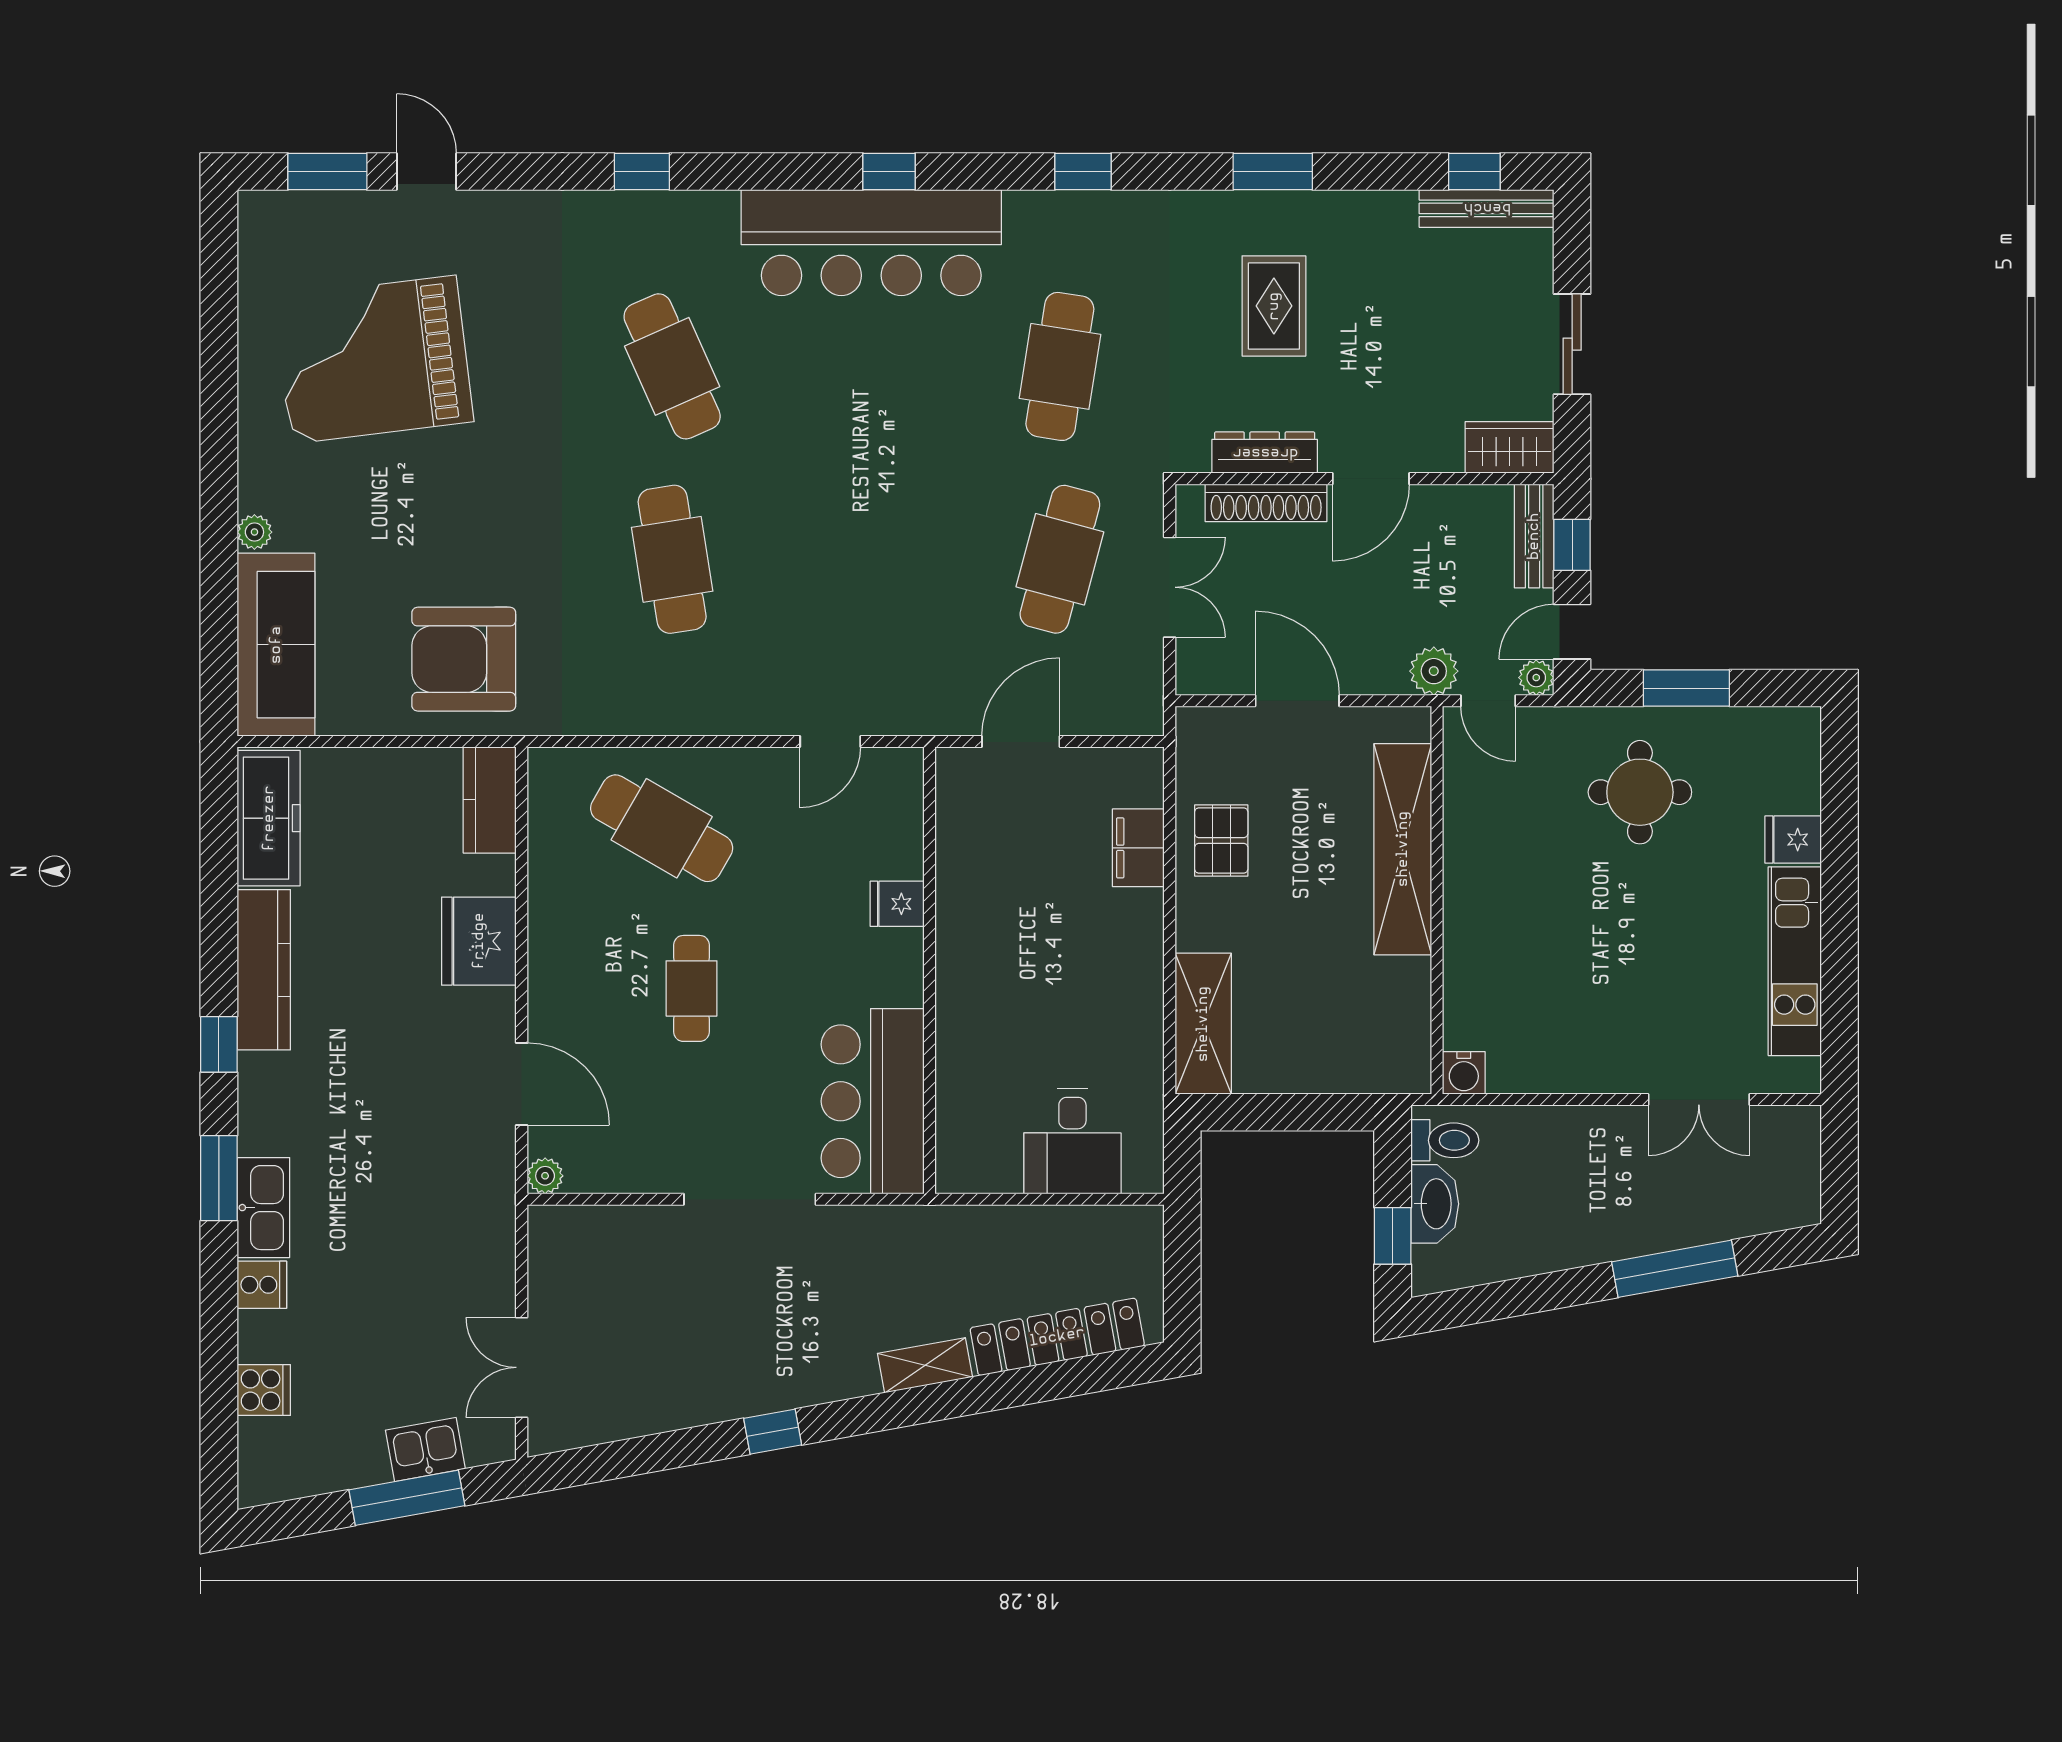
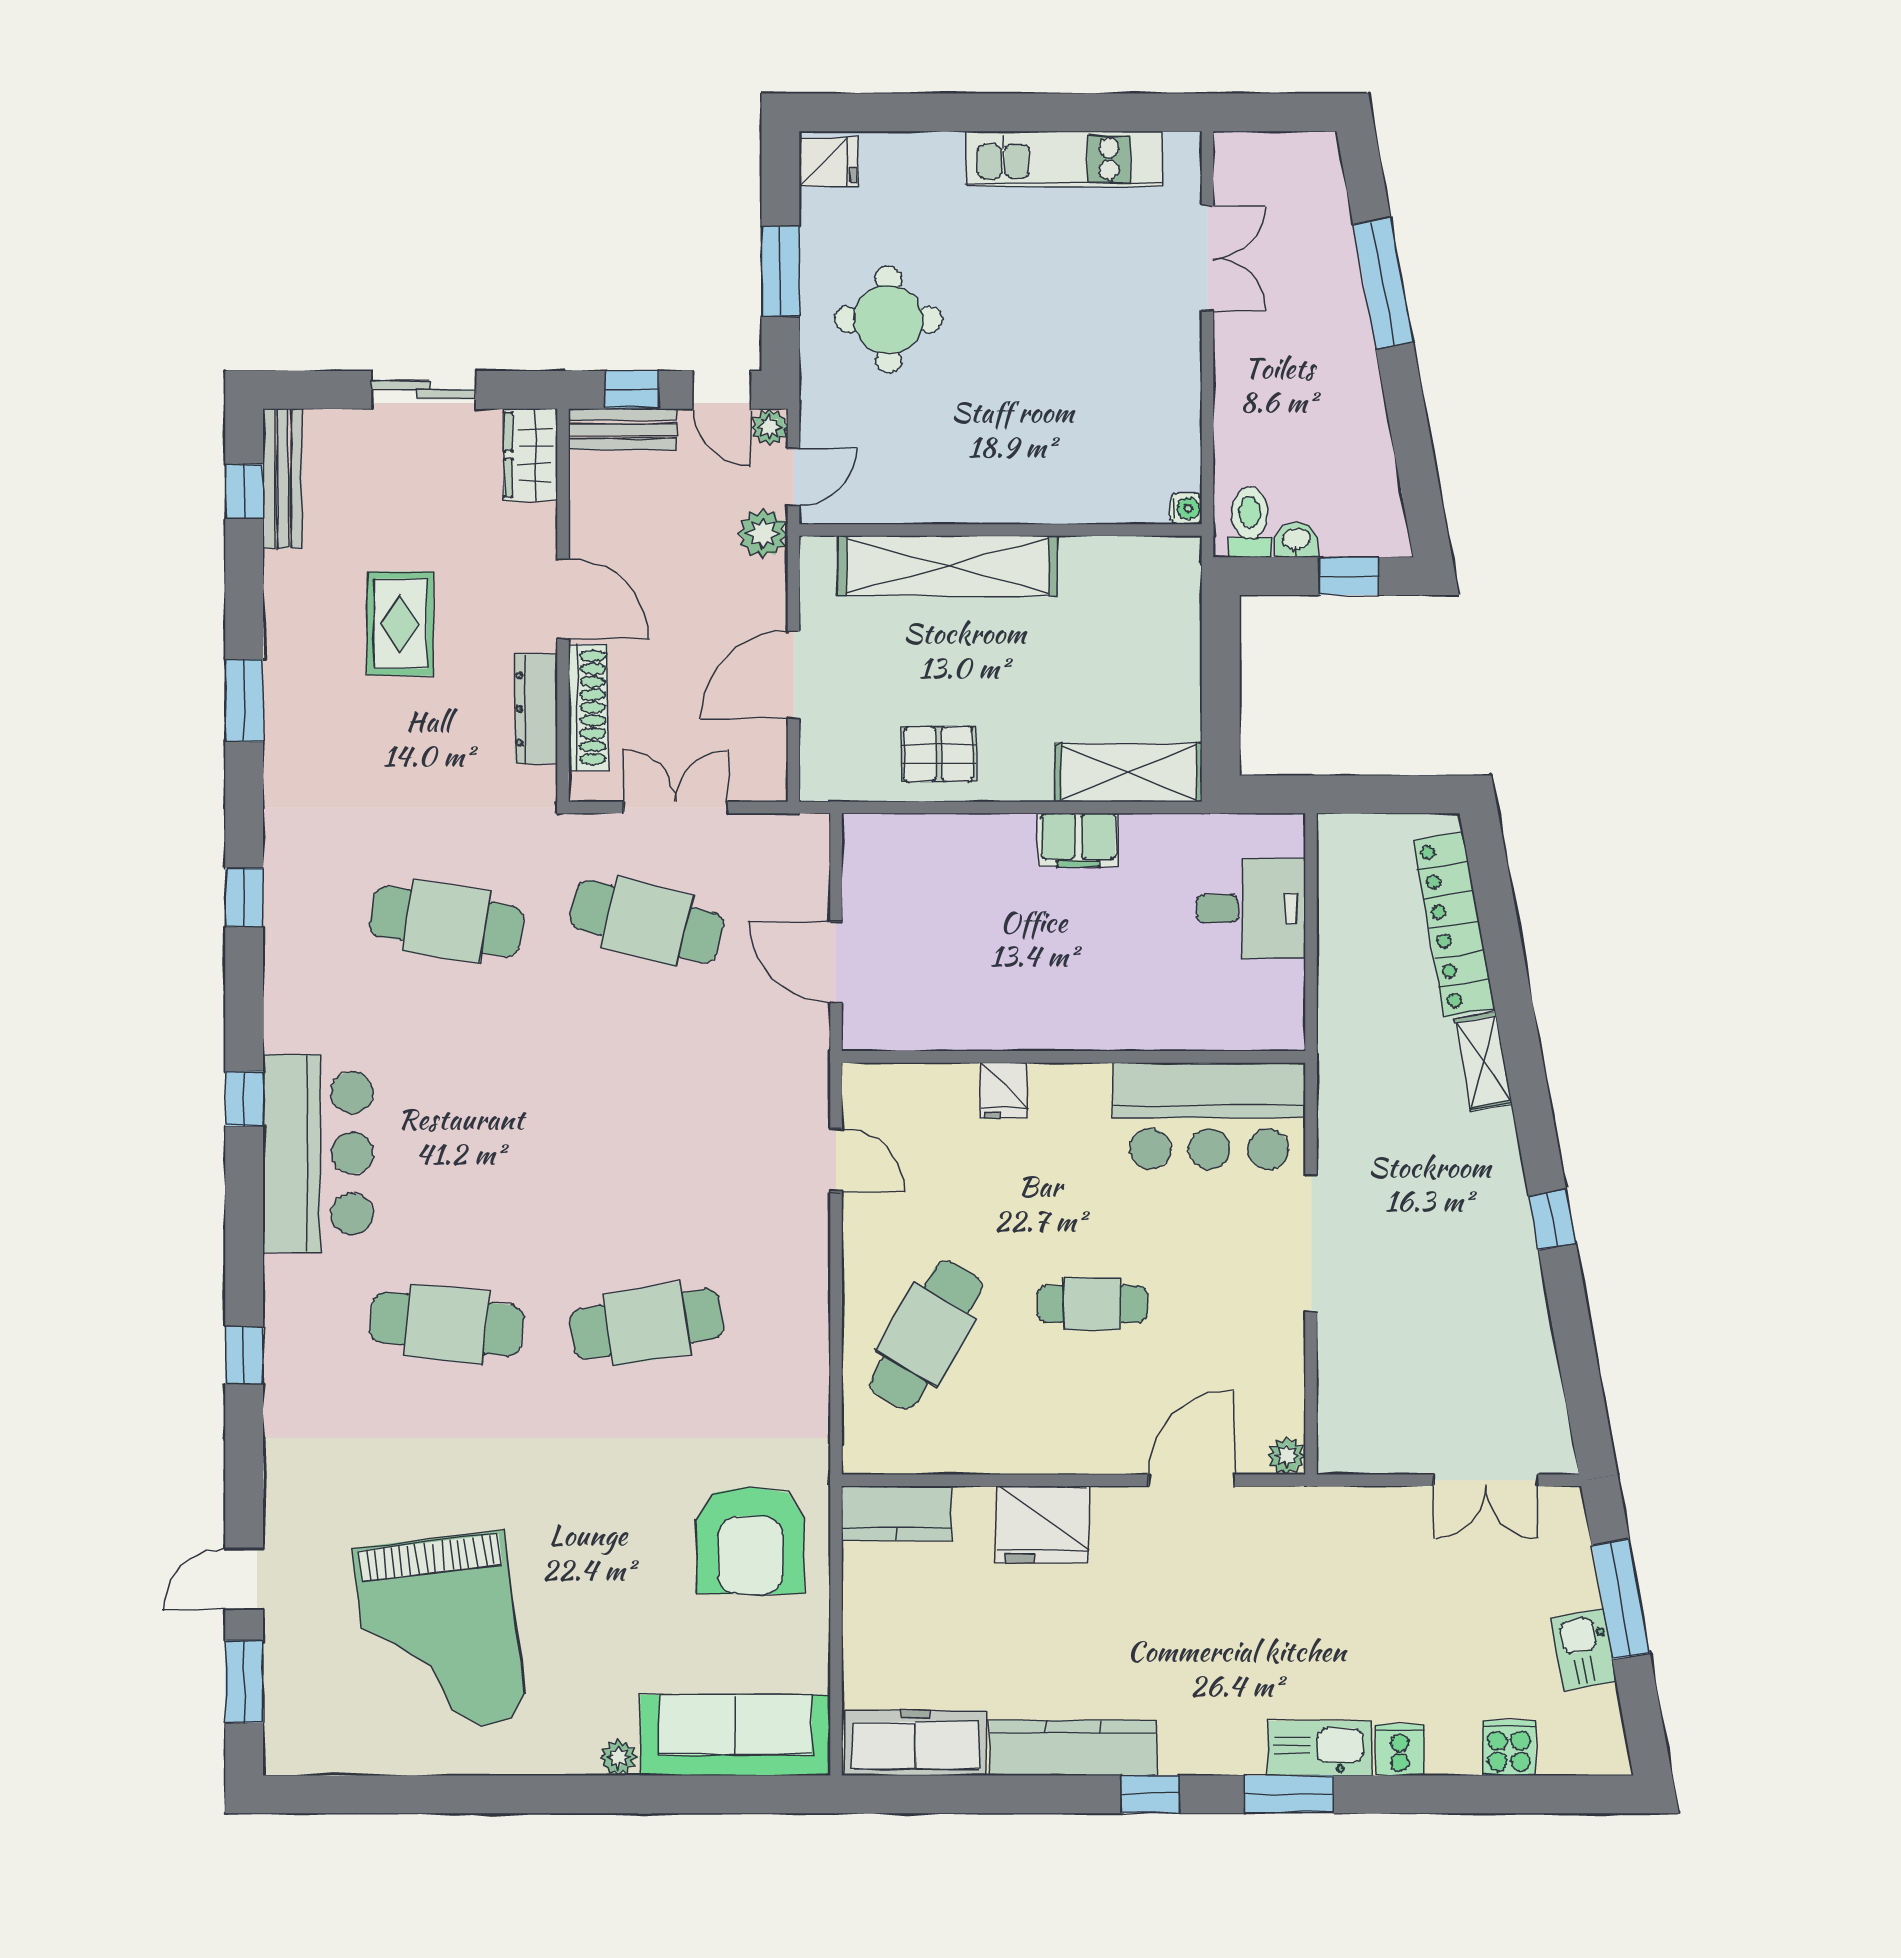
bar counter: (871, 243) -> (318, 1153), width x0.73
rug: (1274, 306) -> (400, 624), moved, turned 90
cafe table: (672, 366) -> (447, 1324), turned 30
fridge: (1793, 840) -> (829, 162), moved, turned -90
filing cabinet: (1138, 848) -> (1078, 840), moved
water cooler: (1464, 1073) -> (1186, 508), width x0.72, depth x0.72
washbasin: (1435, 1204) -> (1296, 540), width x0.52, depth x0.69
kitchen sink: (425, 1449) -> (1583, 1650), moved

